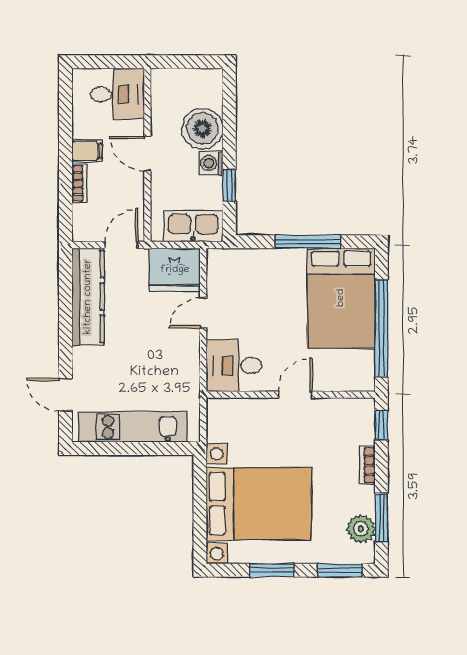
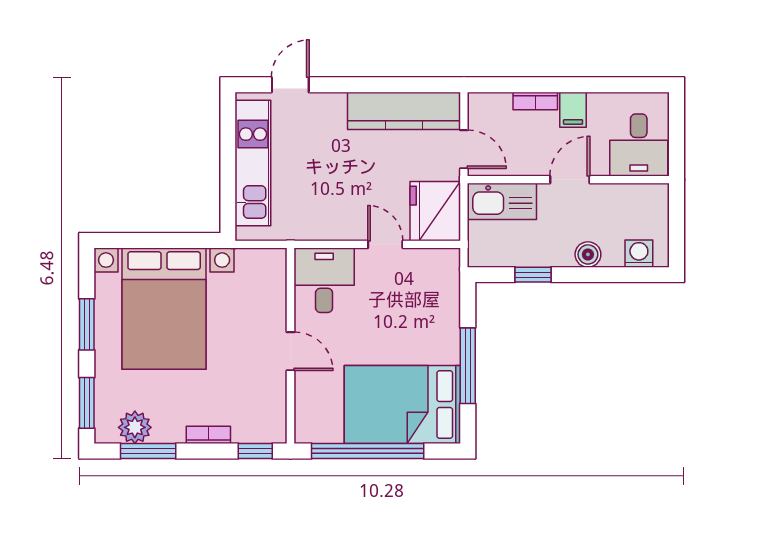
boiler: (202, 129) -> (588, 254), width x0.54, depth x0.54
washing machine: (211, 163) -> (639, 254), moved
kitchen sink: (193, 226) -> (502, 201), moved, turned 90

